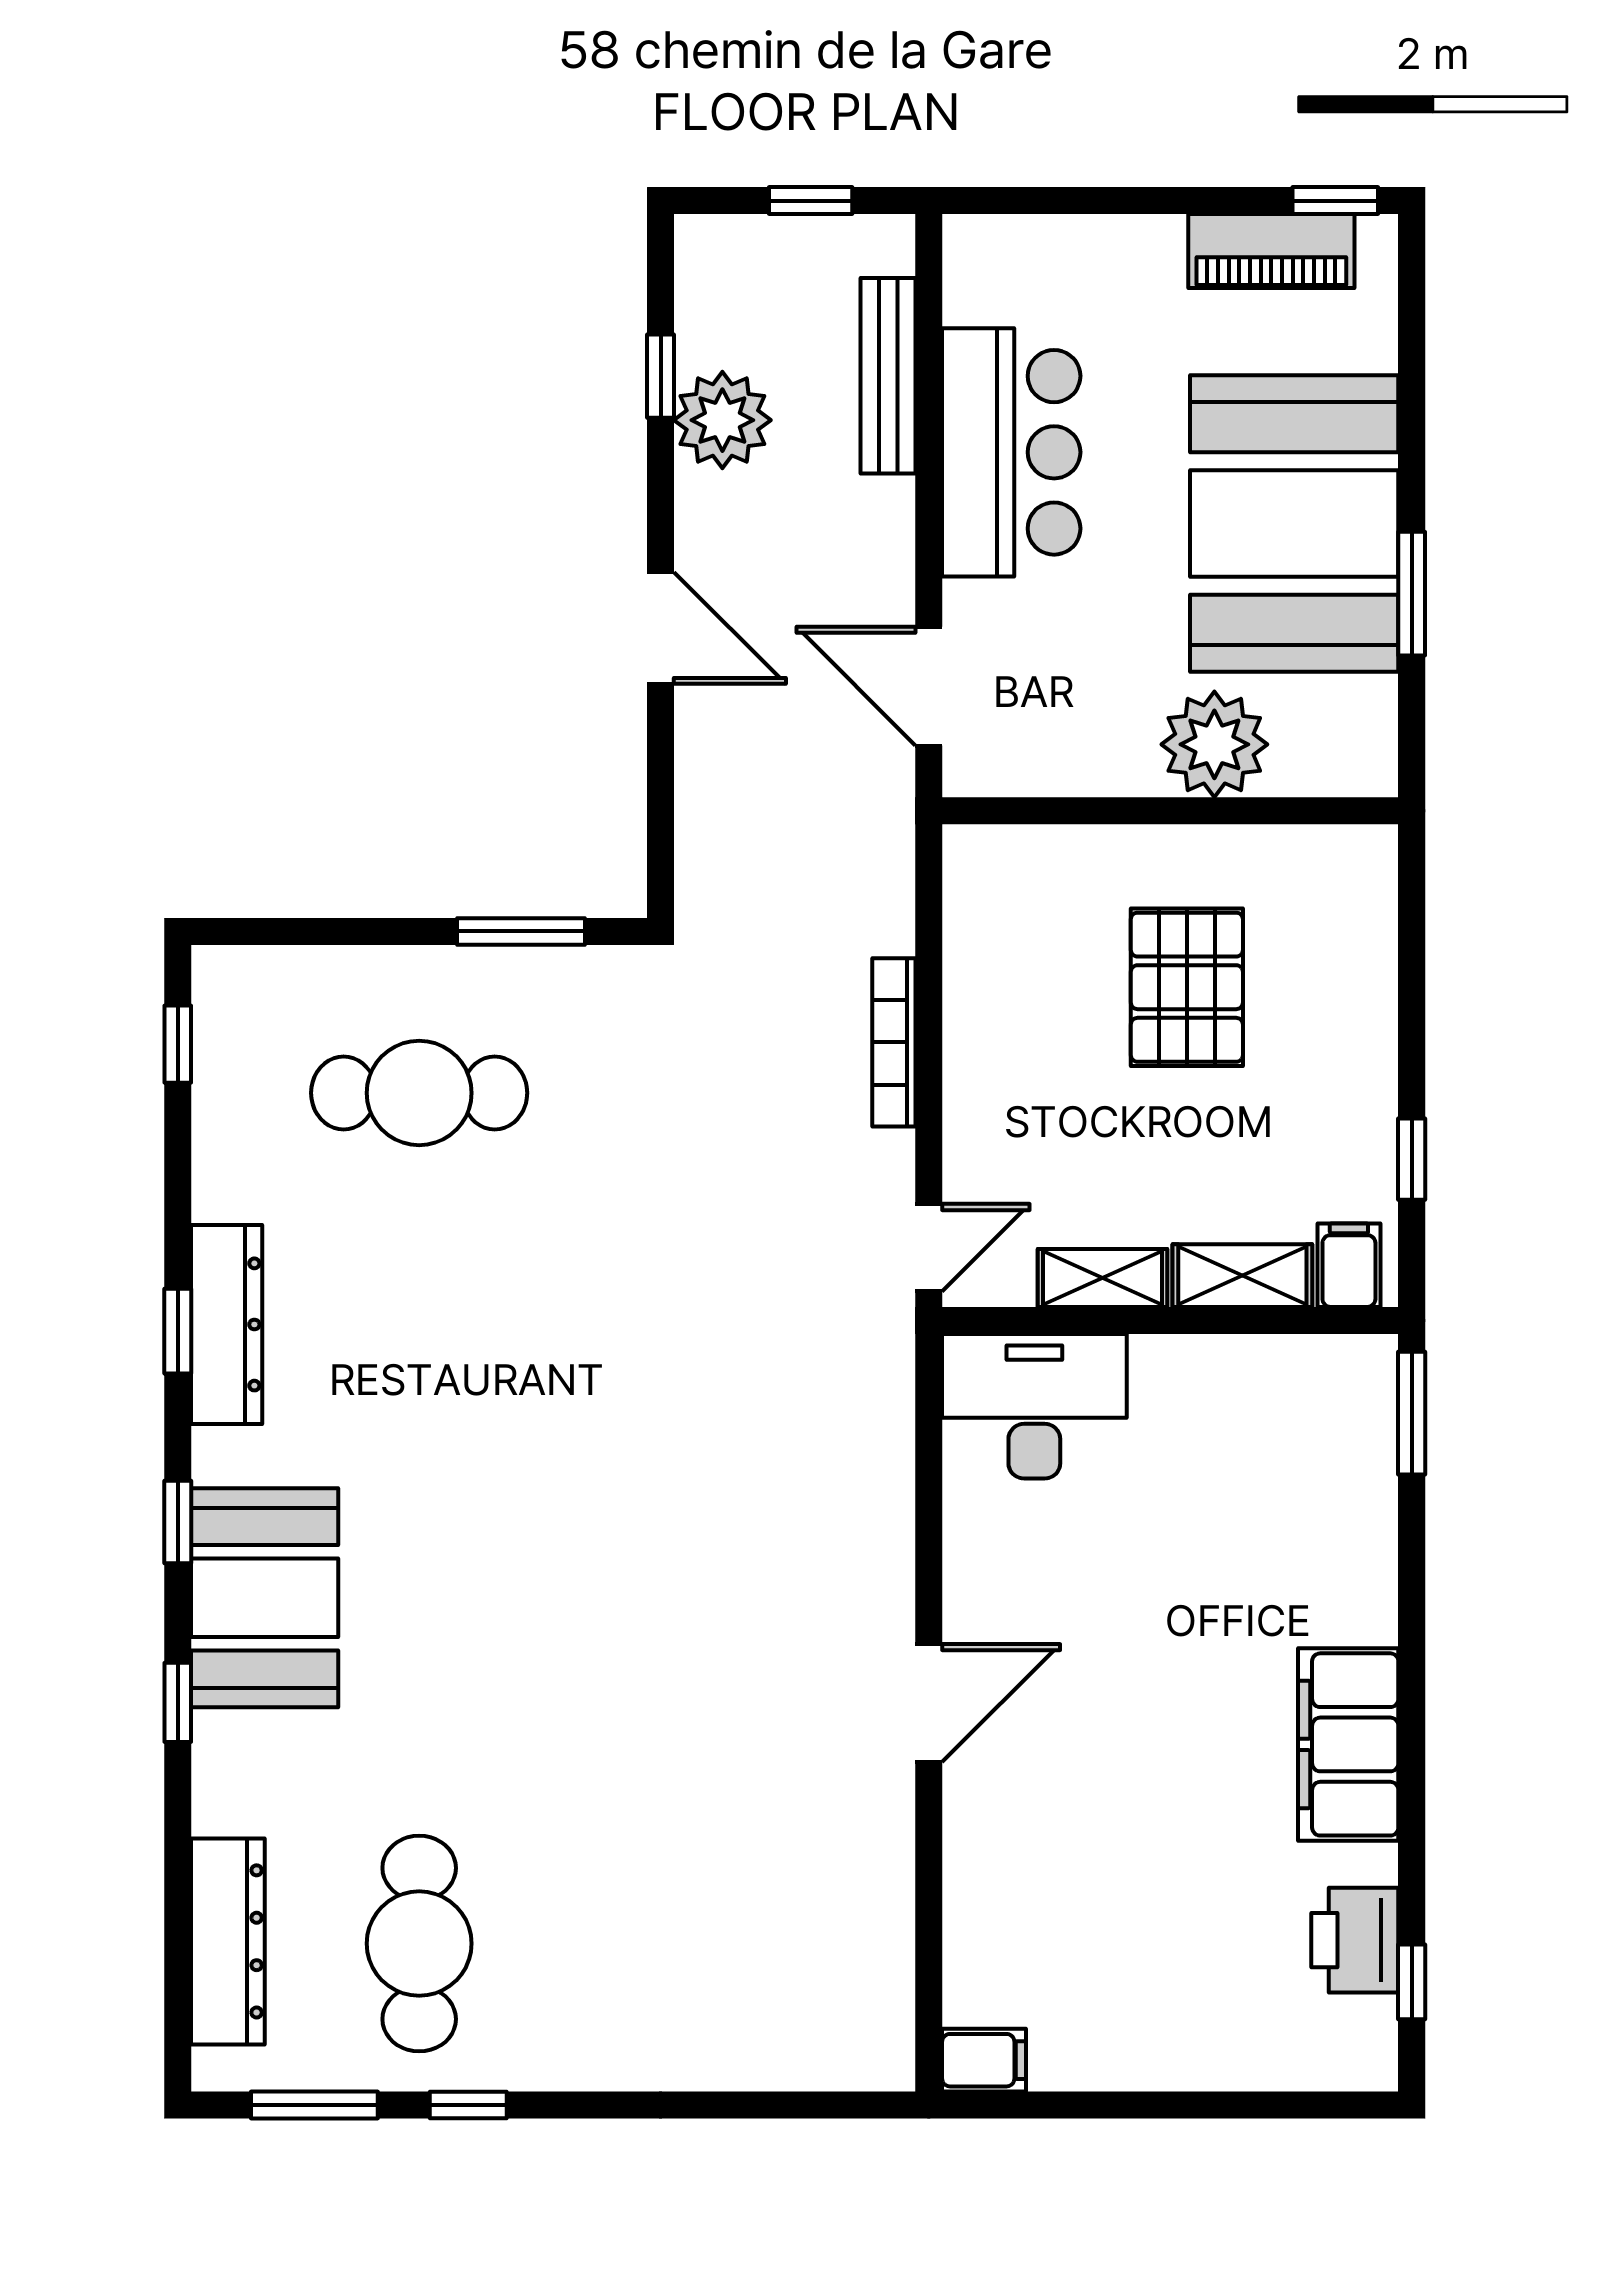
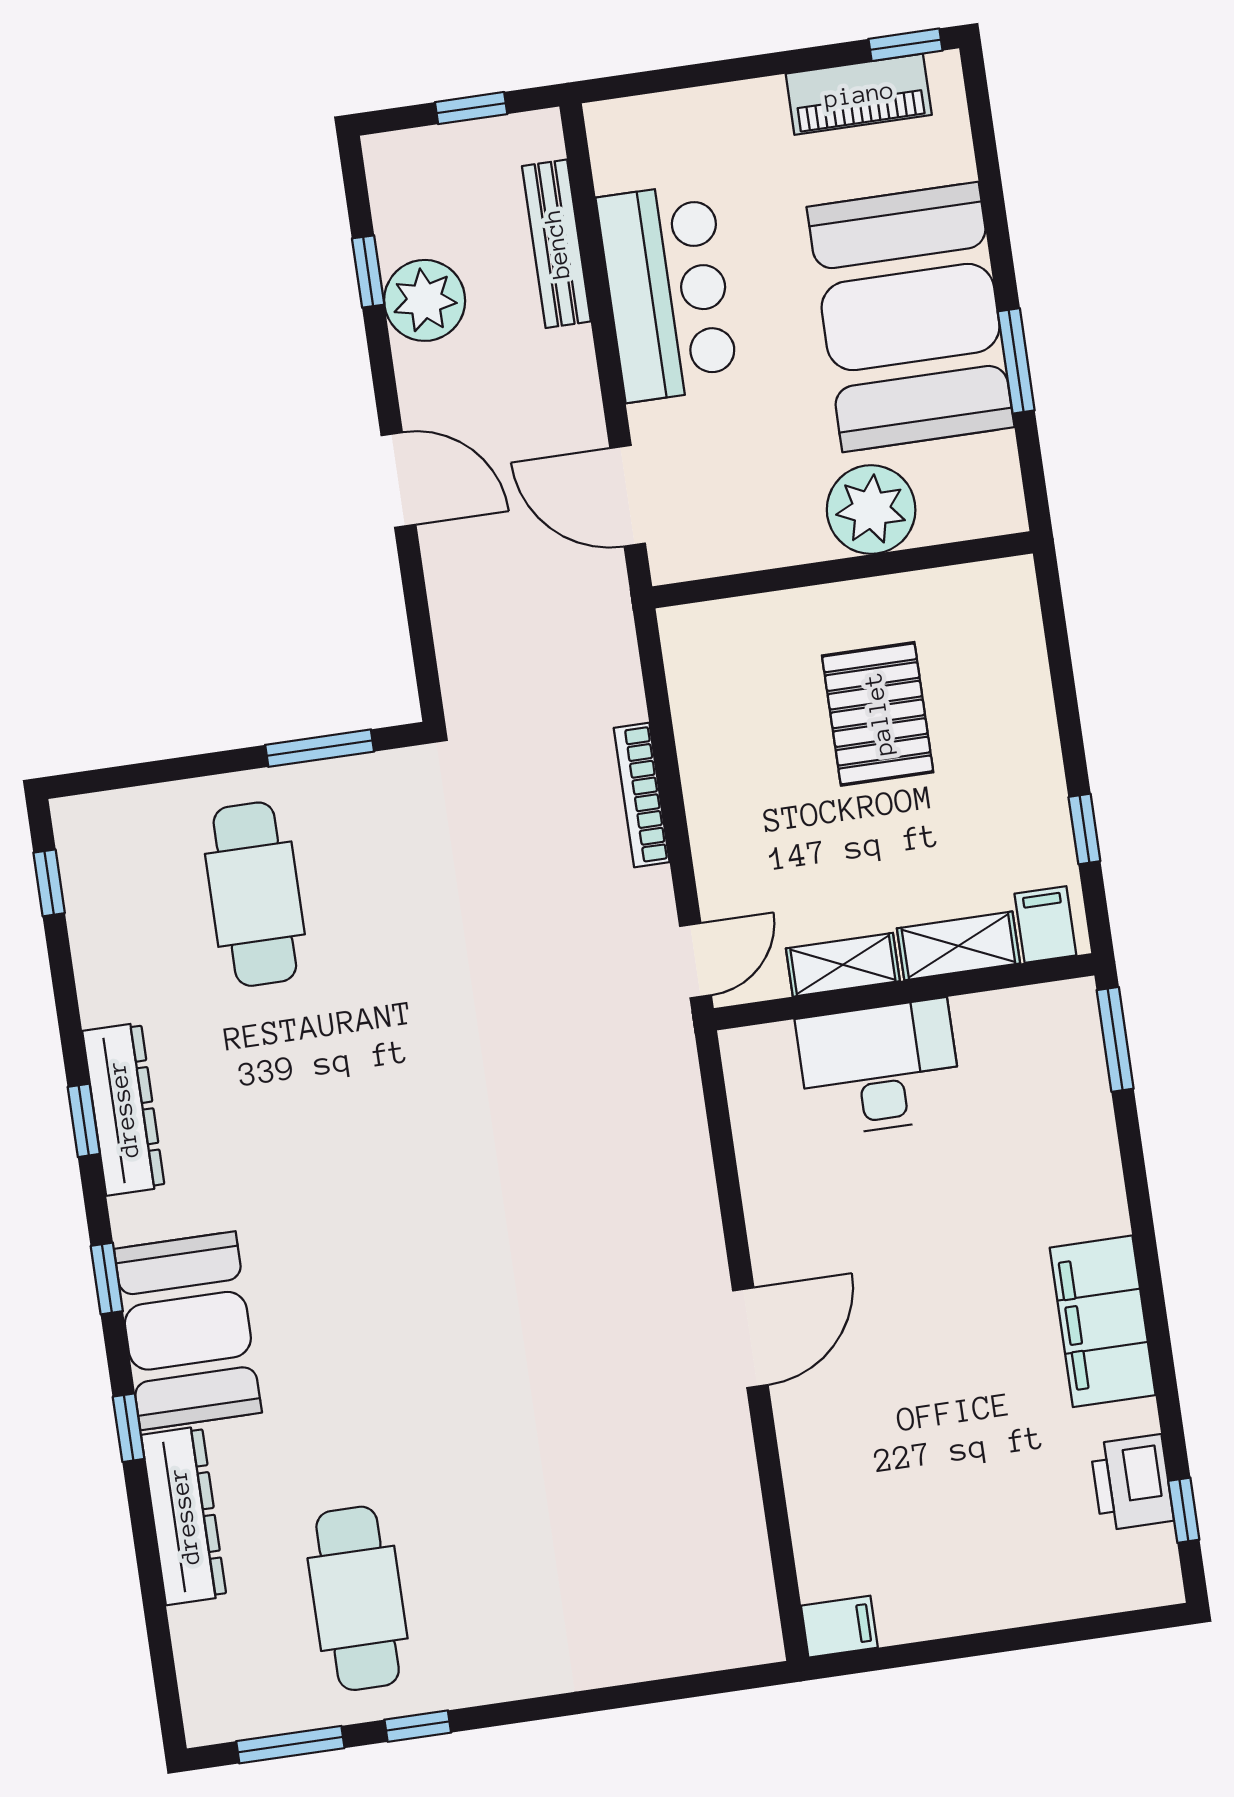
cafe table: (419, 1093) -> (255, 894), turned 90
desk: (1034, 1406) -> (879, 1068), moved
dresser: (228, 1941) -> (184, 1516), moved

